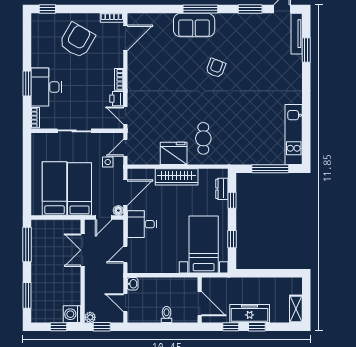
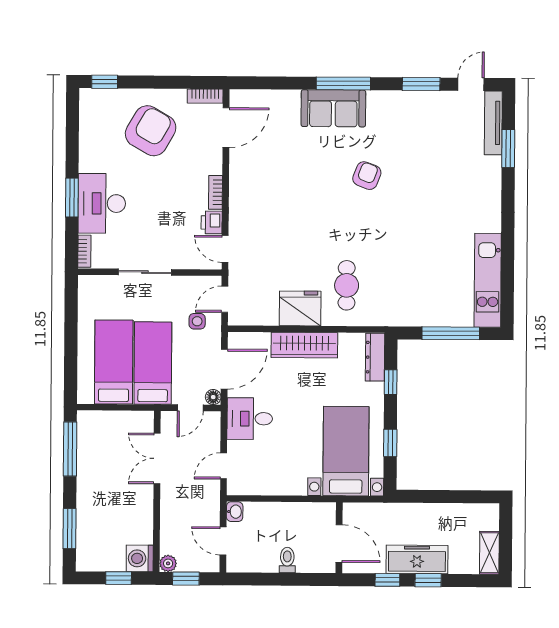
dresser: (222, 189) -> (375, 357), width x1.44

